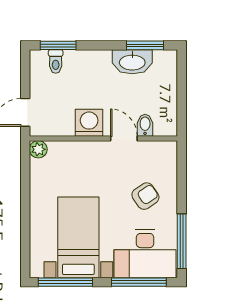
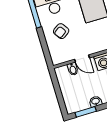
washbasin: (132, 62) -> (96, 101), width x0.52, depth x0.69

